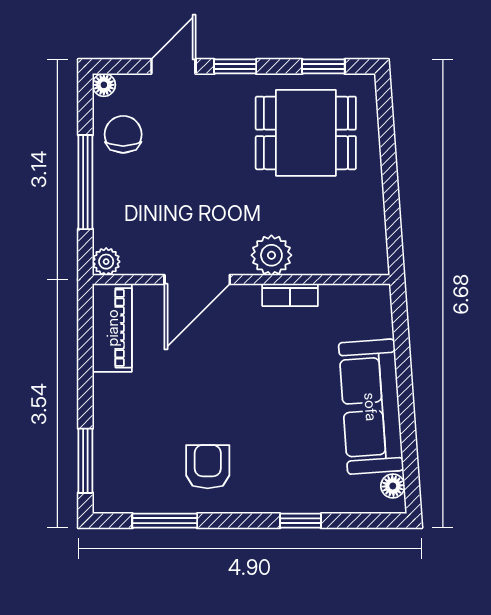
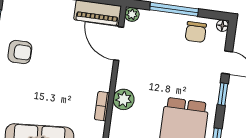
chair: (123, 134) -> (196, 32), turned 90
door: (197, 280) -> (119, 44), moved

